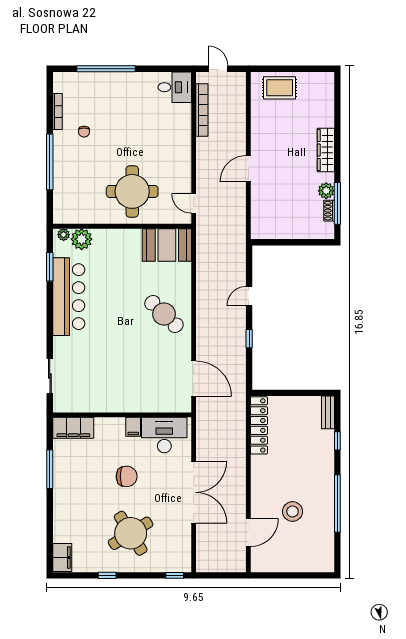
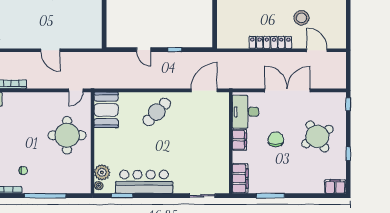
locker: (259, 425) -> (270, 42), moved
filing cabinet: (133, 427) -> (239, 140), width x2.00

